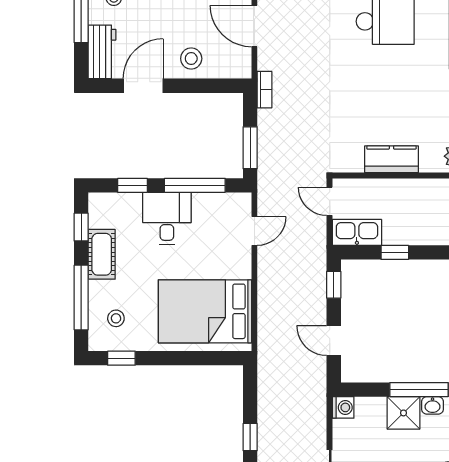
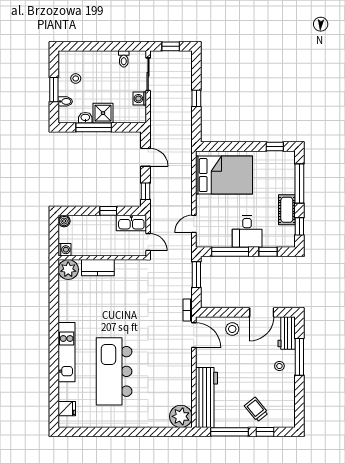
door: (254, 26) -> (194, 335), moved
kitchen counter: (391, 159) -> (98, 268), moved
stool: (116, 318) -> (278, 171), removed
washing machine: (343, 407) -> (140, 99), moved

